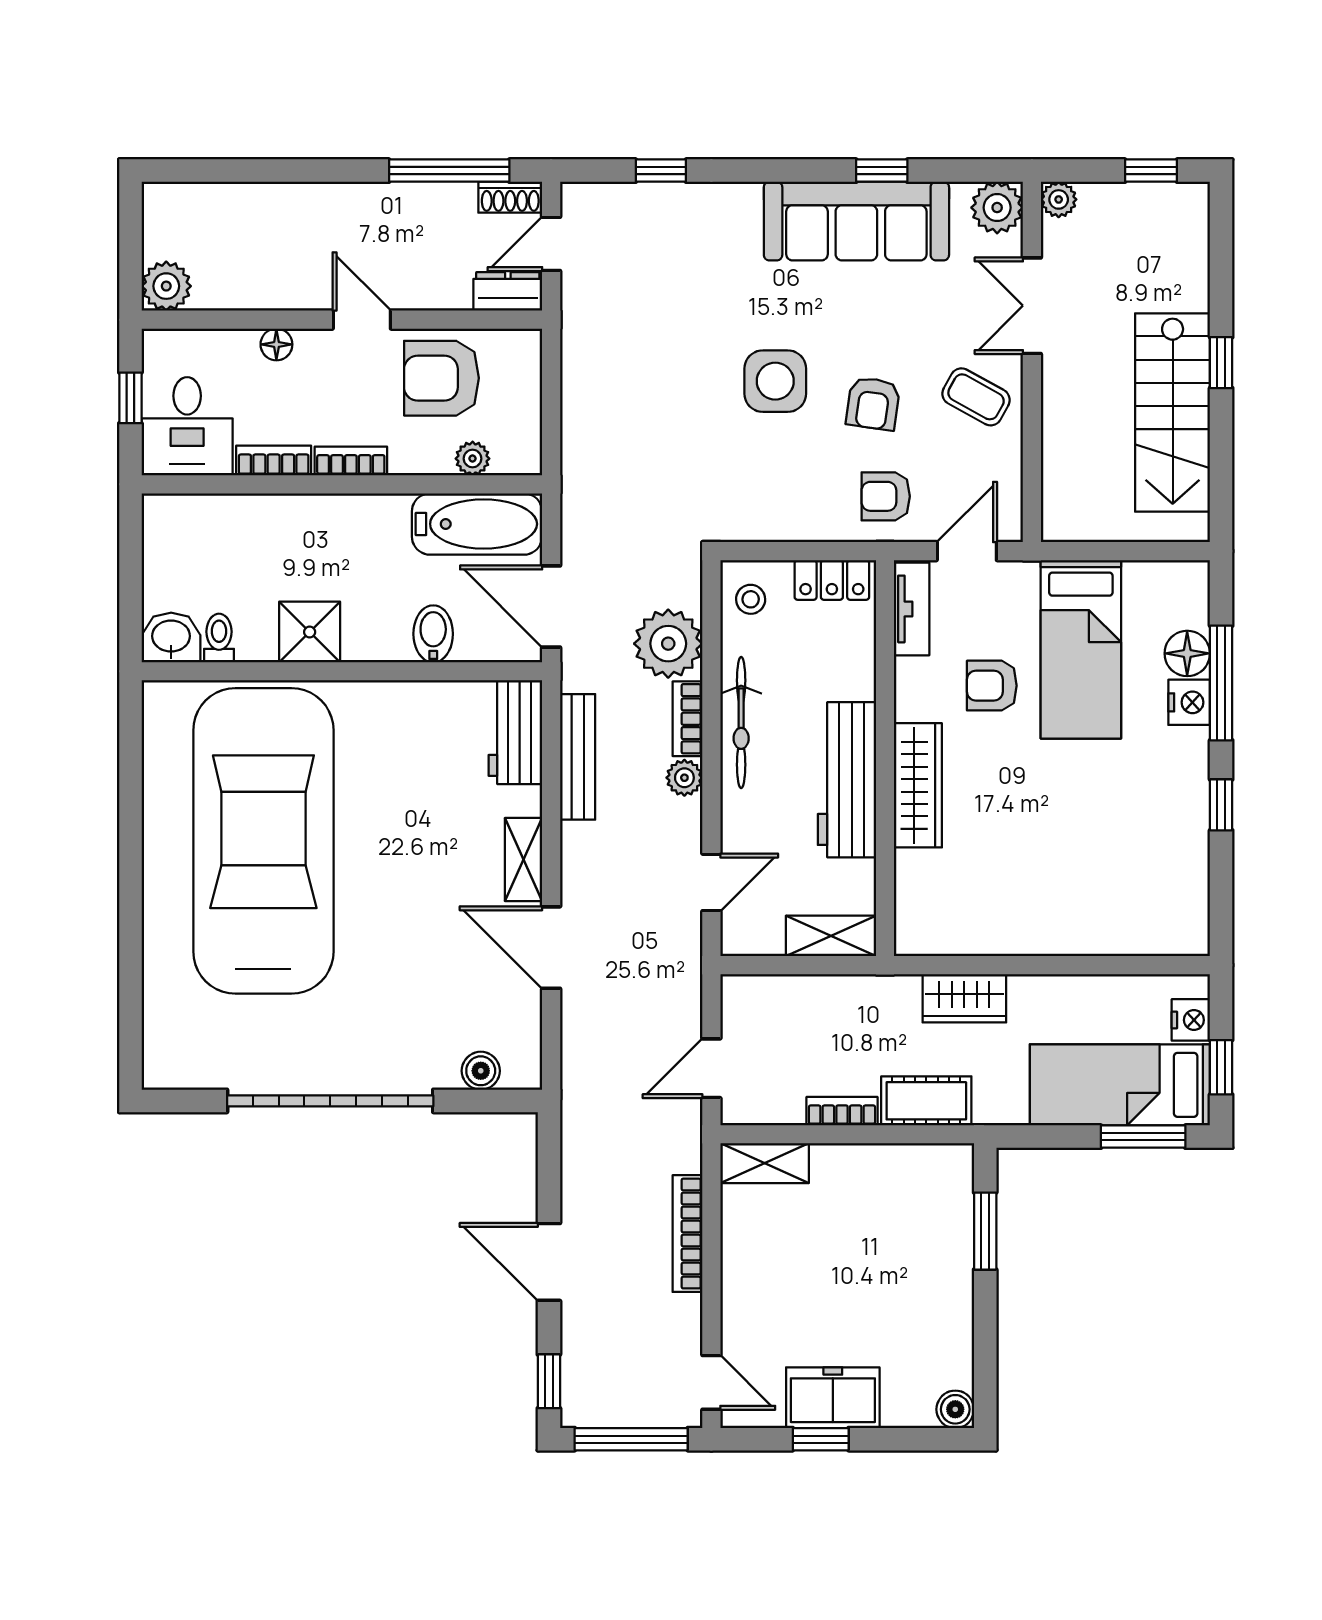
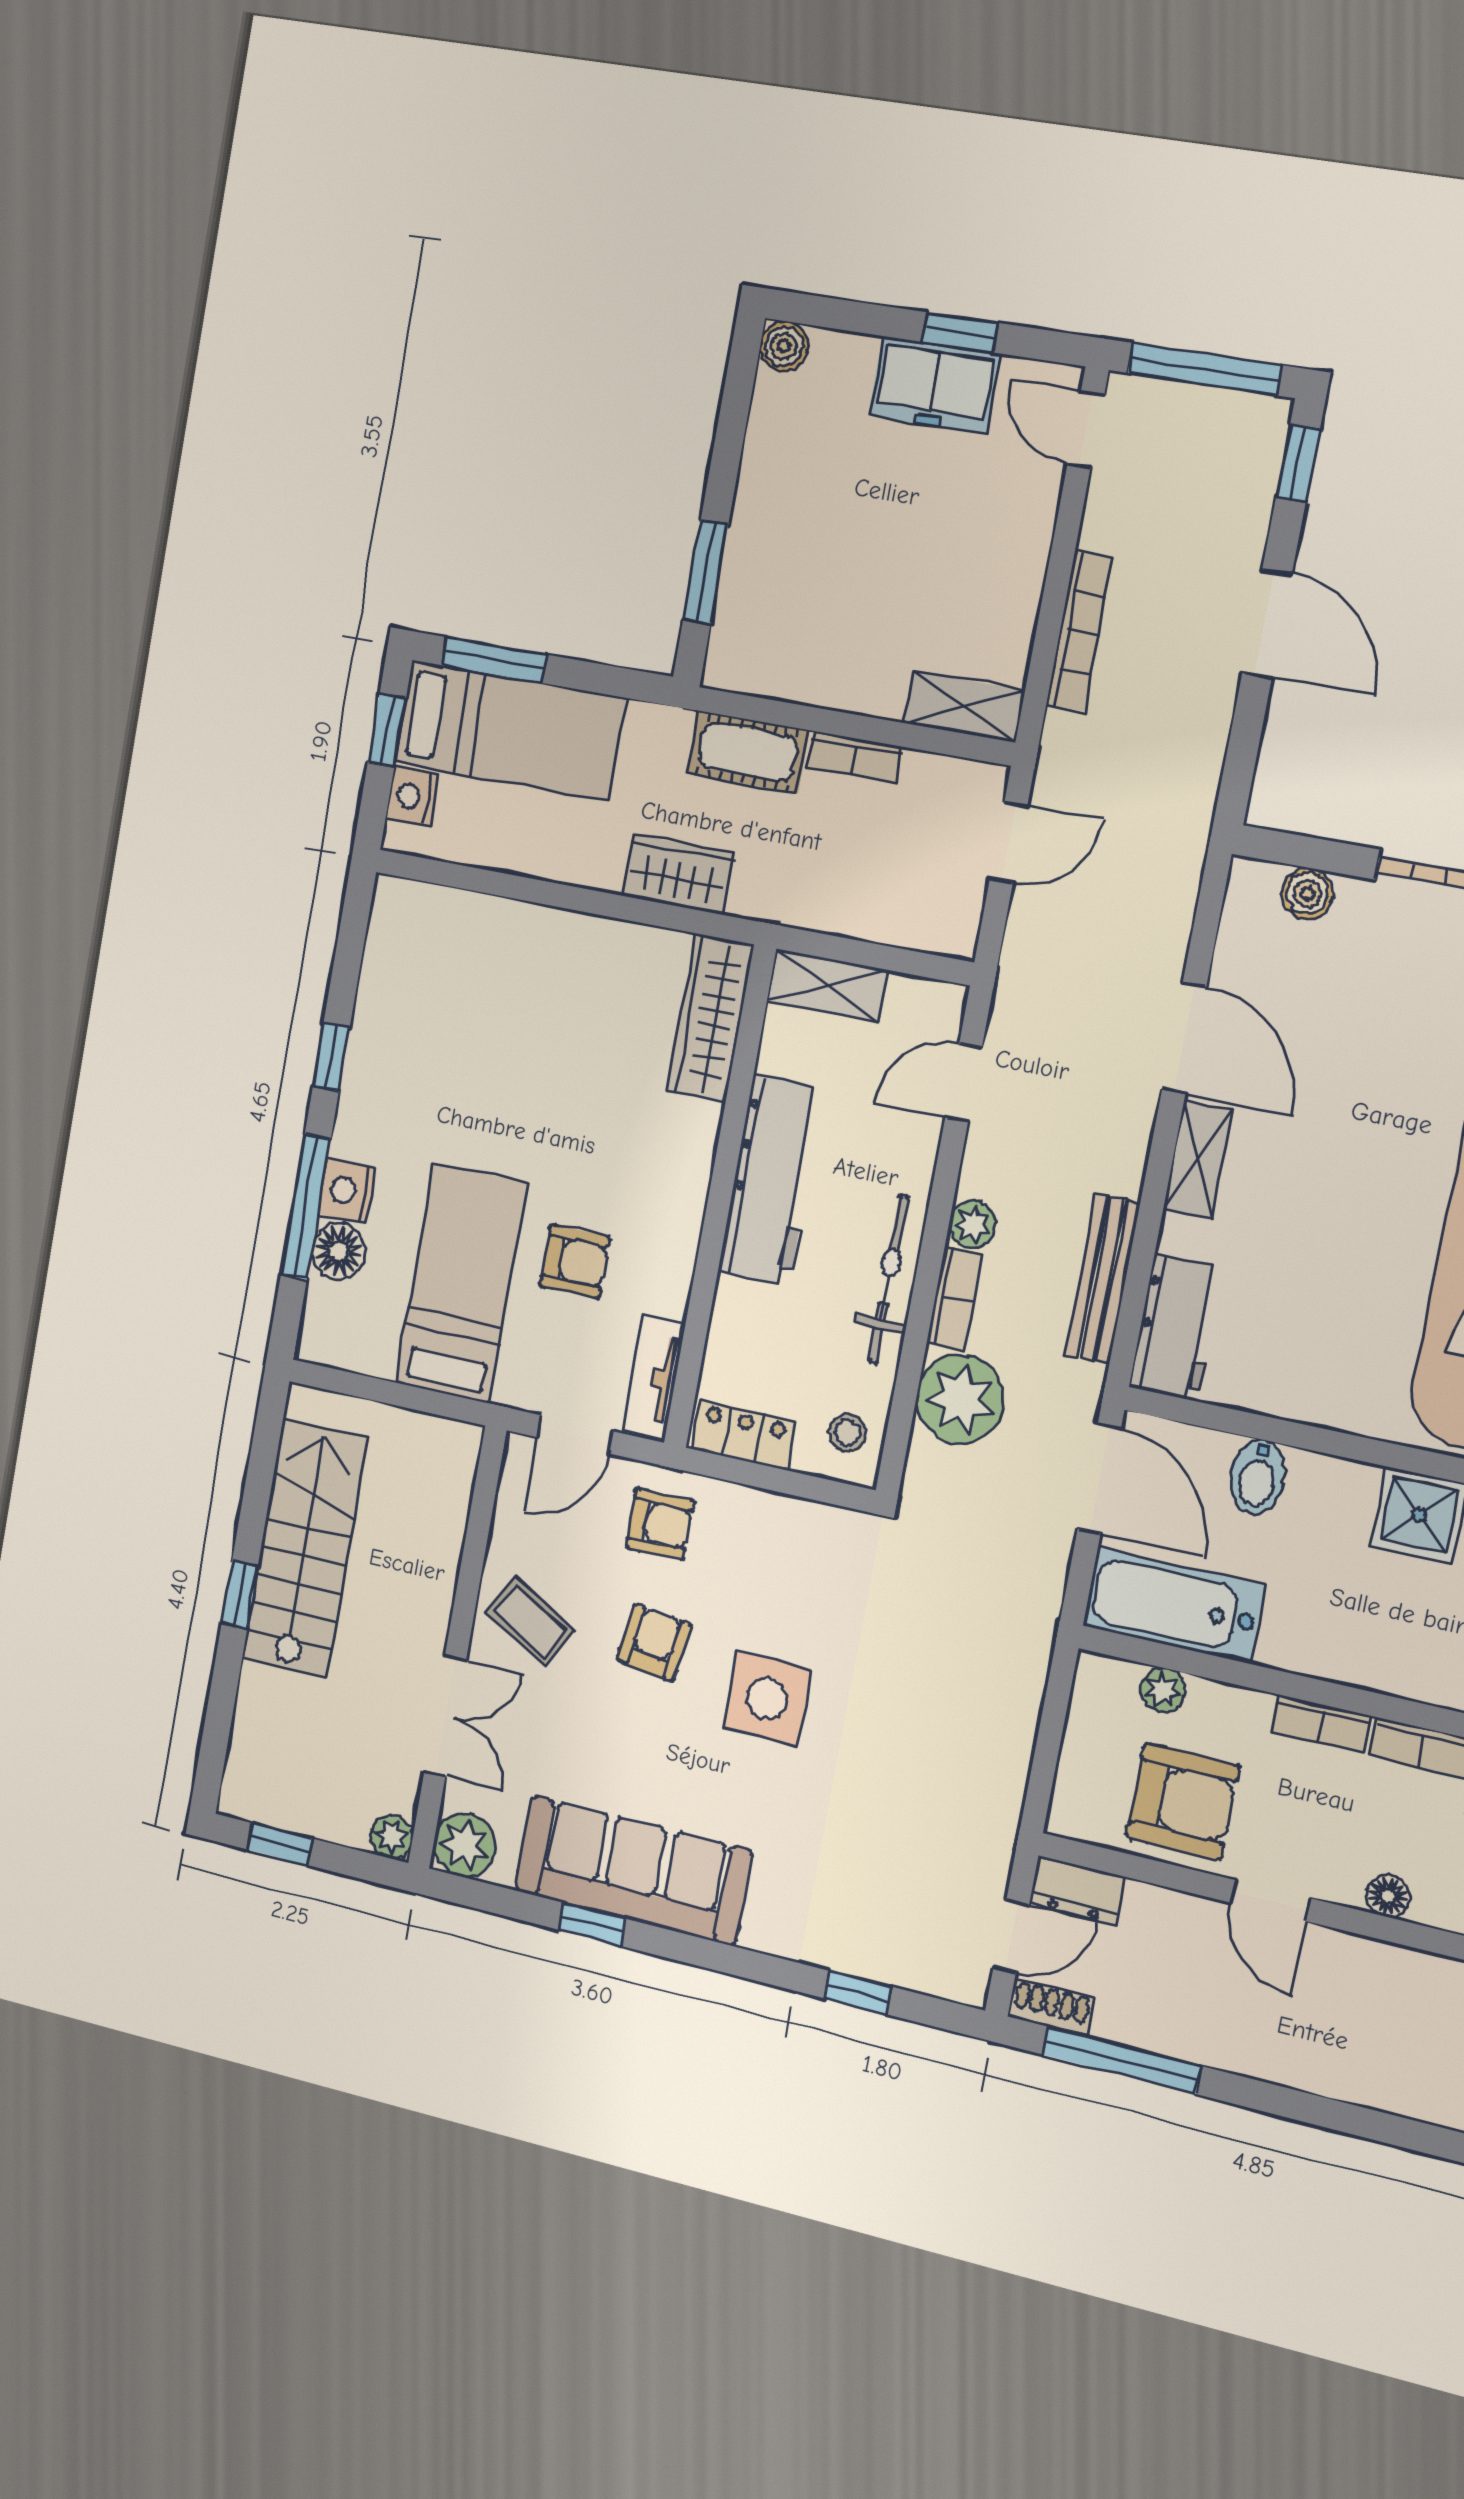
wardrobe: (918, 785) -> (711, 1018), moved

